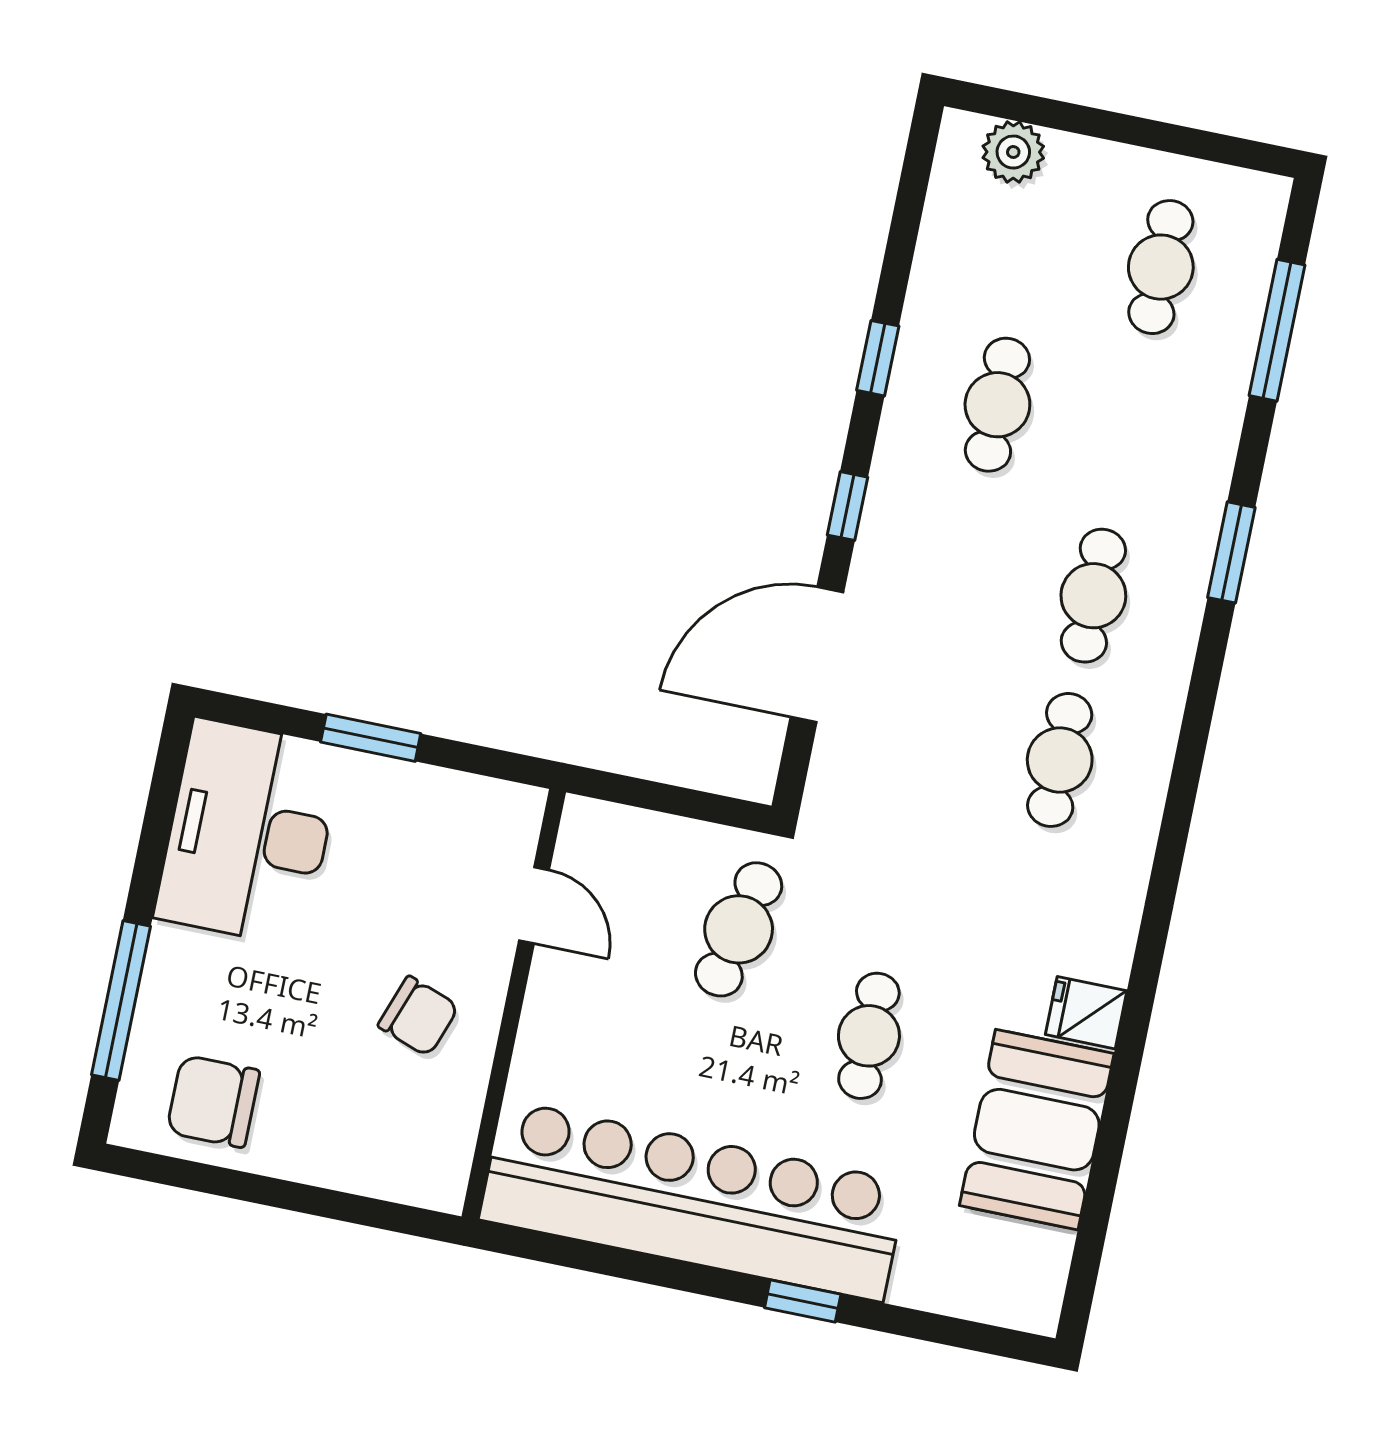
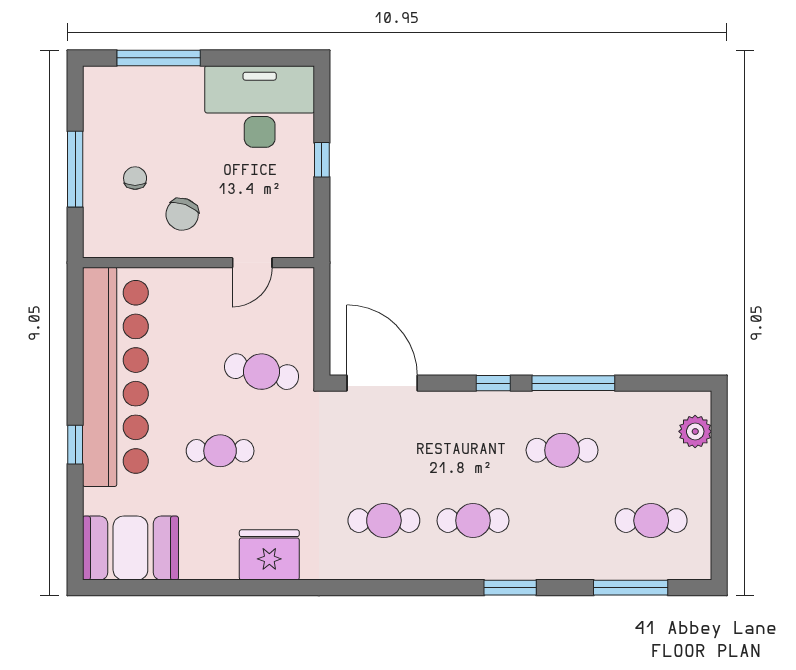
window: (878, 358) -> (573, 383), width x2.17
door: (817, 655) -> (382, 383), moved
window: (371, 738) -> (322, 160), width x0.67
fridge: (1086, 1013) -> (269, 555), width x1.88, depth x1.34
chair: (213, 1101) -> (135, 178), moved, width x0.54, depth x0.54
booth: (1037, 1130) -> (130, 548), moved
window: (295, 1197) -> (75, 169), added

